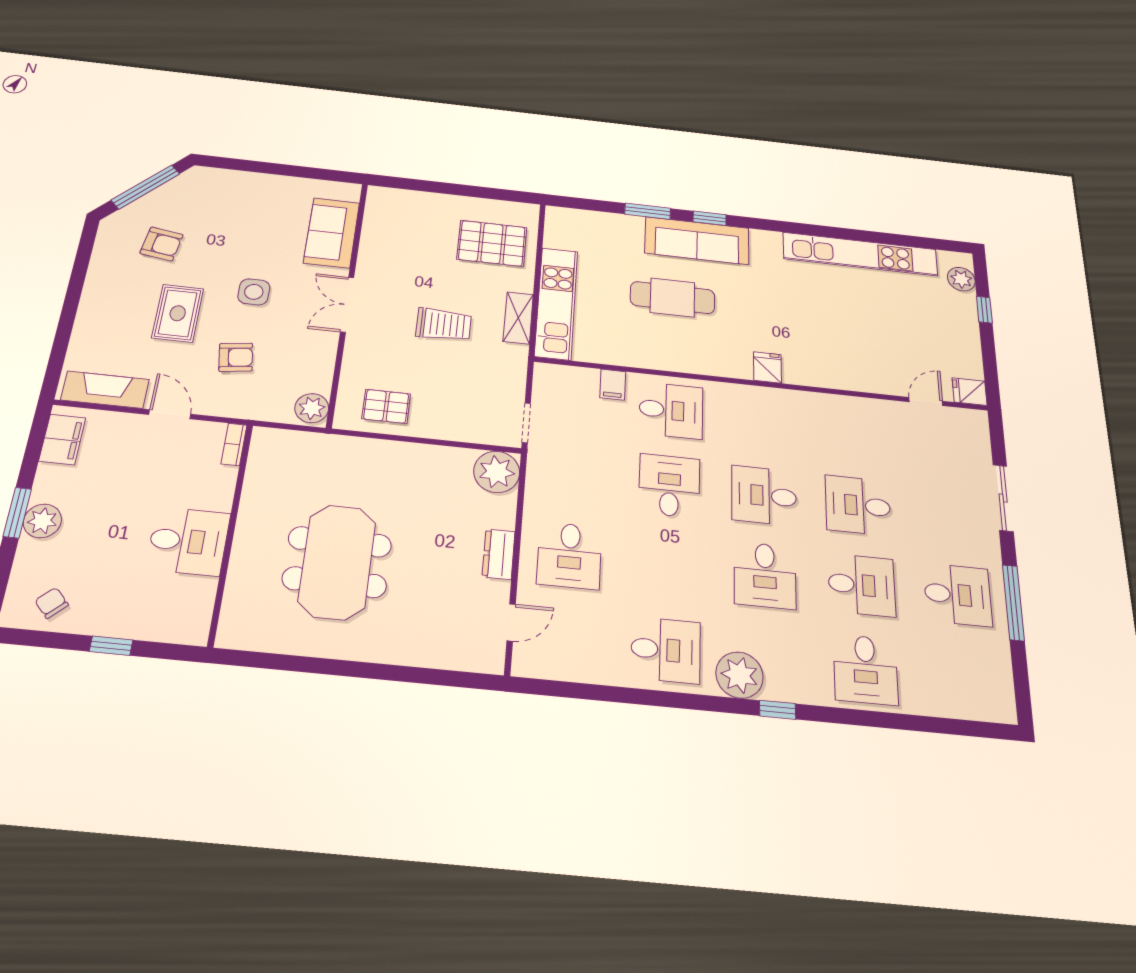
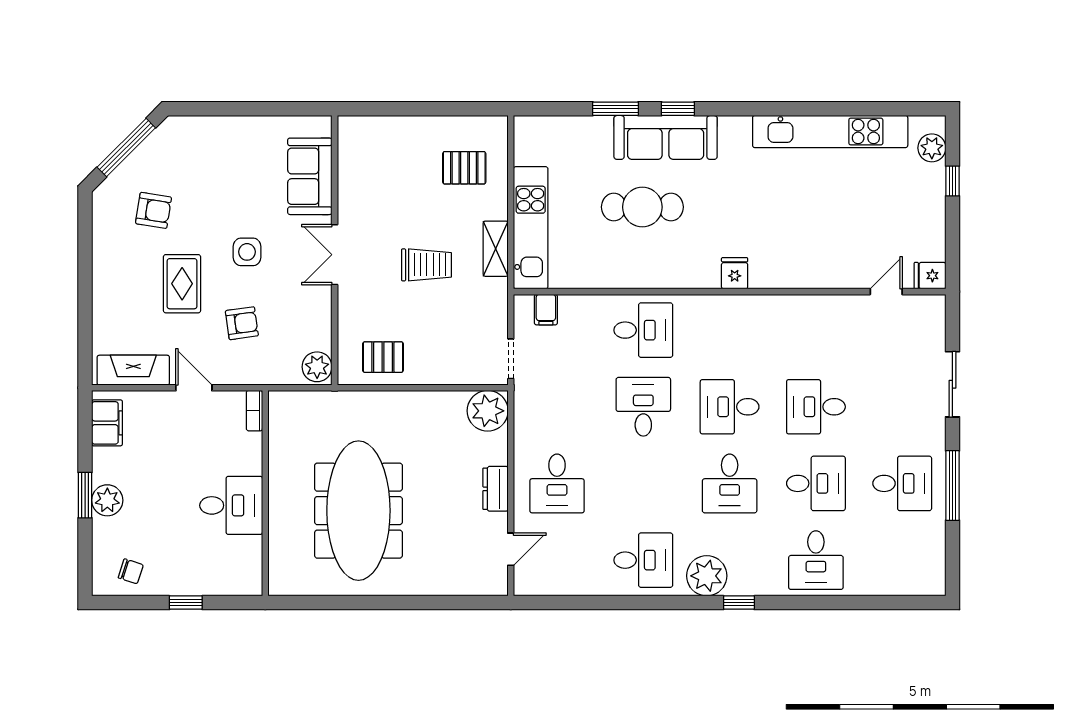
pallet: (492, 243) -> (464, 168), width x0.67, depth x0.71
filing cabinet: (613, 385) -> (546, 310), moved
meeting table: (337, 562) -> (358, 511), width x1.36
chair: (52, 603) -> (131, 571), turned 151

